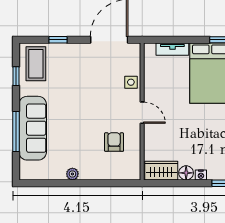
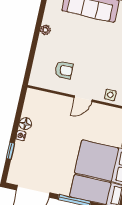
wardrobe: (161, 171) -> (32, 104), removed

